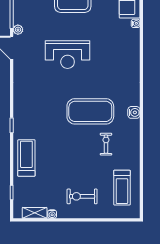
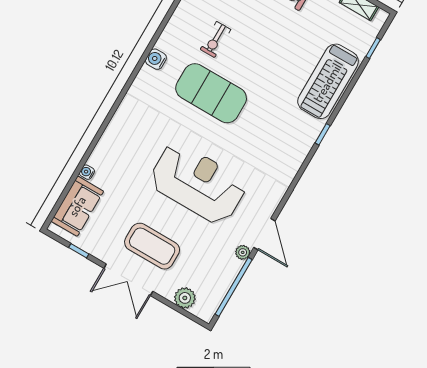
reception desk: (68, 55) -> (198, 183), width x1.36, depth x1.30
treadmill: (26, 158) -> (328, 81), width x1.37, depth x1.38

